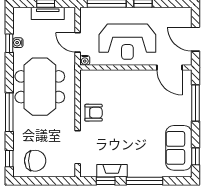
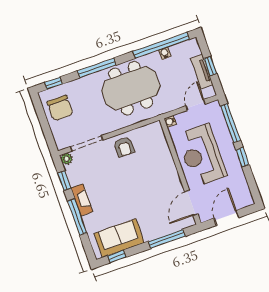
door: (78, 42) -> (196, 105), moved
window: (9, 43) -> (161, 45), width x3.17
plant: (86, 171) -> (67, 159), added
fireplace: (112, 171) -> (82, 200), moved

